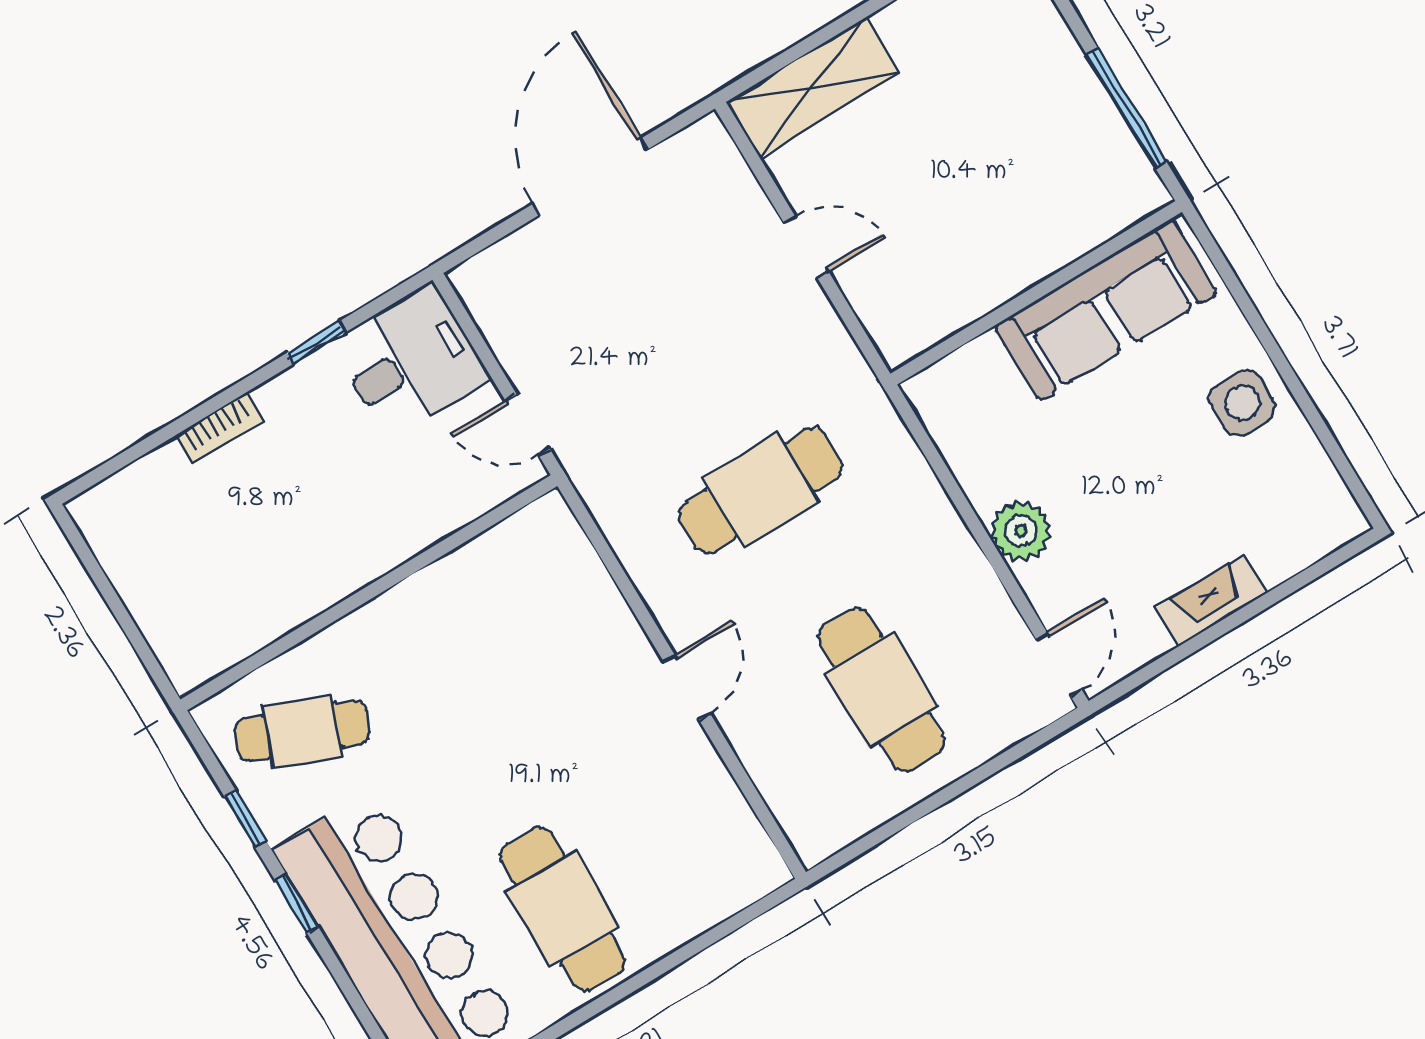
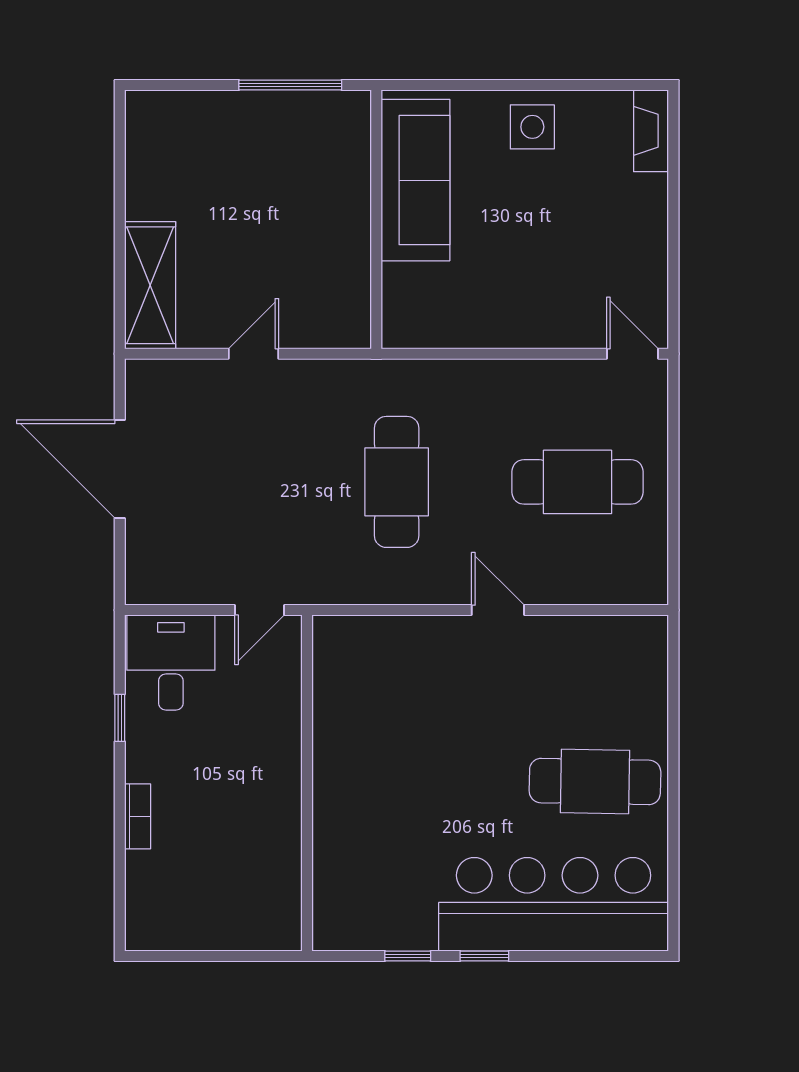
plant: (1021, 531) -> (528, 325), removed
fireplace: (1211, 601) -> (651, 131), moved
cafe table: (302, 731) -> (372, 883), removed

